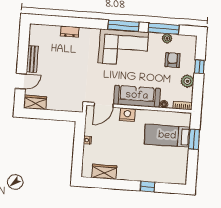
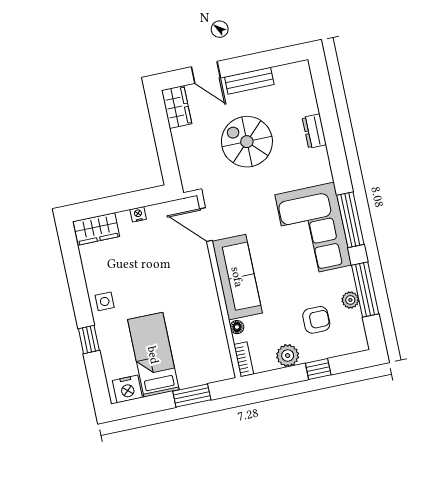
spiral stairs: (65, 70) -> (247, 142), added
nightstand: (127, 115) -> (127, 389), moved, turned 90
bed: (167, 136) -> (153, 355), moved
wardrobe: (104, 172) -> (96, 229), moved, turned 90
side table: (129, 172) -> (105, 301), added

